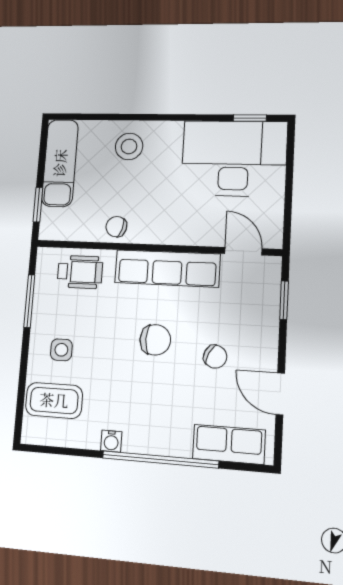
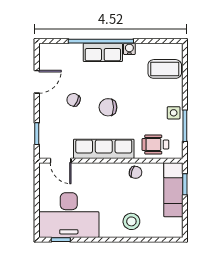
exam couch: (60, 163) -> (173, 190), moved
side table: (61, 350) -> (174, 113), moved
door: (280, 394) -> (37, 82), hinge flipped
row of seats: (229, 444) -> (103, 52), moved

